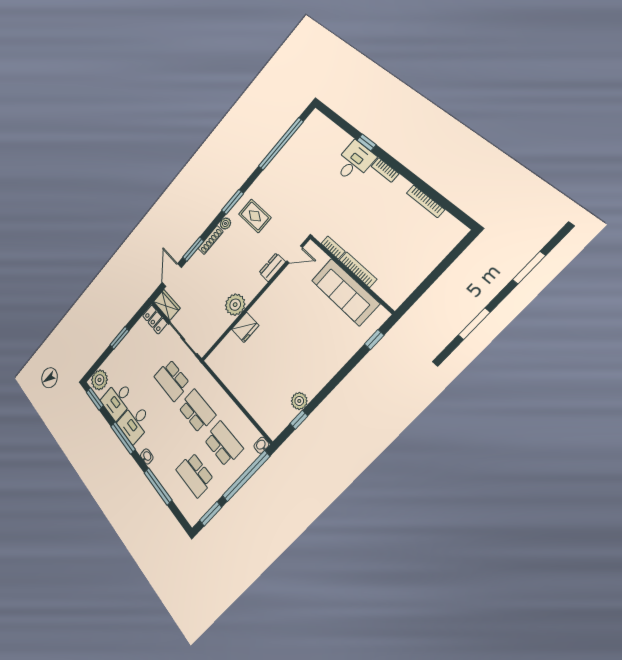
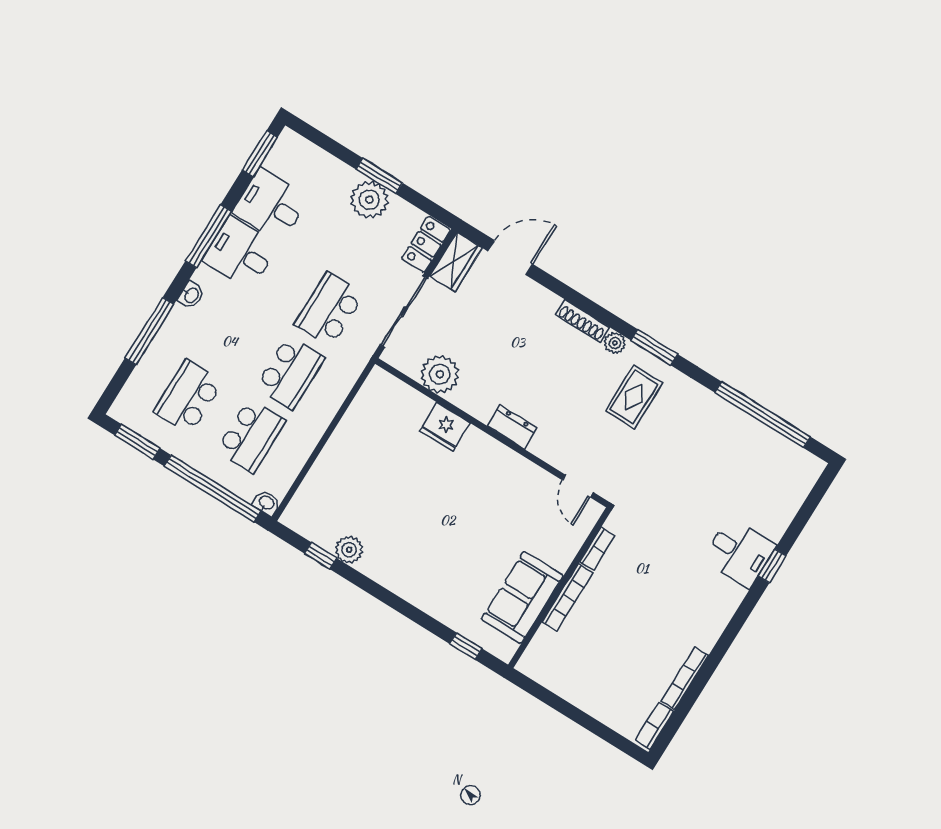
bookcase: (385, 170) -> (654, 726), moved
window: (193, 249) -> (562, 290), removed
dresser: (272, 267) -> (512, 427), moved
sofa: (345, 292) -> (522, 597), width x0.73
plant: (235, 305) -> (440, 374), moved
plant: (99, 380) -> (369, 200), moved

